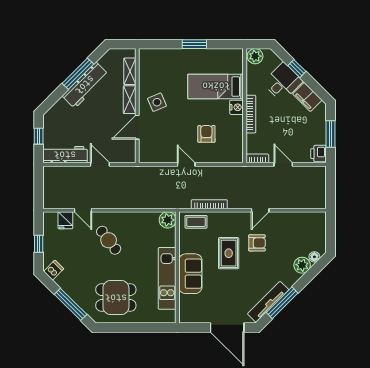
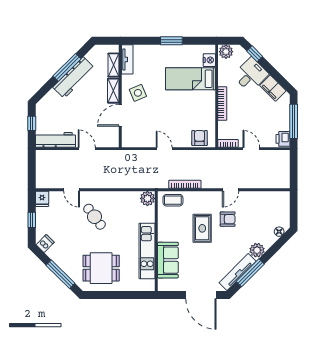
tv unit: (145, 65) -> (127, 59), added
window: (297, 69) -> (255, 54), moved
nightstand: (237, 107) -> (209, 60), moved
armchair: (206, 134) -> (200, 138), moved
window: (330, 134) -> (294, 121), width x1.44
fridge: (65, 220) -> (42, 199), moved
plant: (302, 265) -> (257, 250), moved
sofa: (190, 274) -> (168, 260), moved

